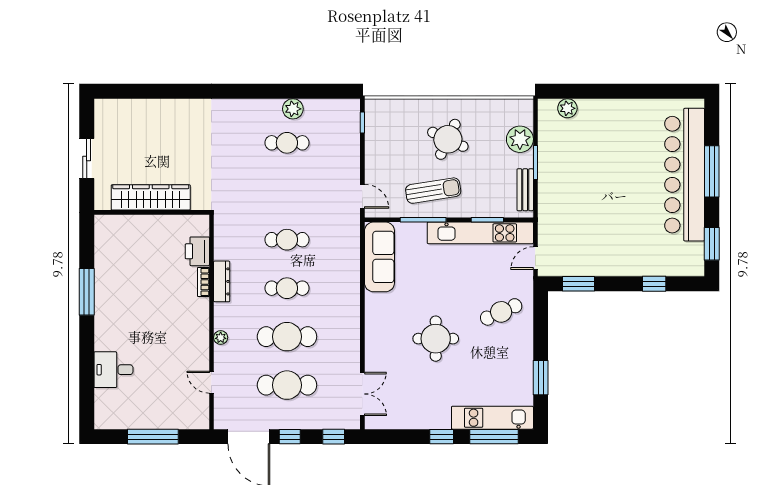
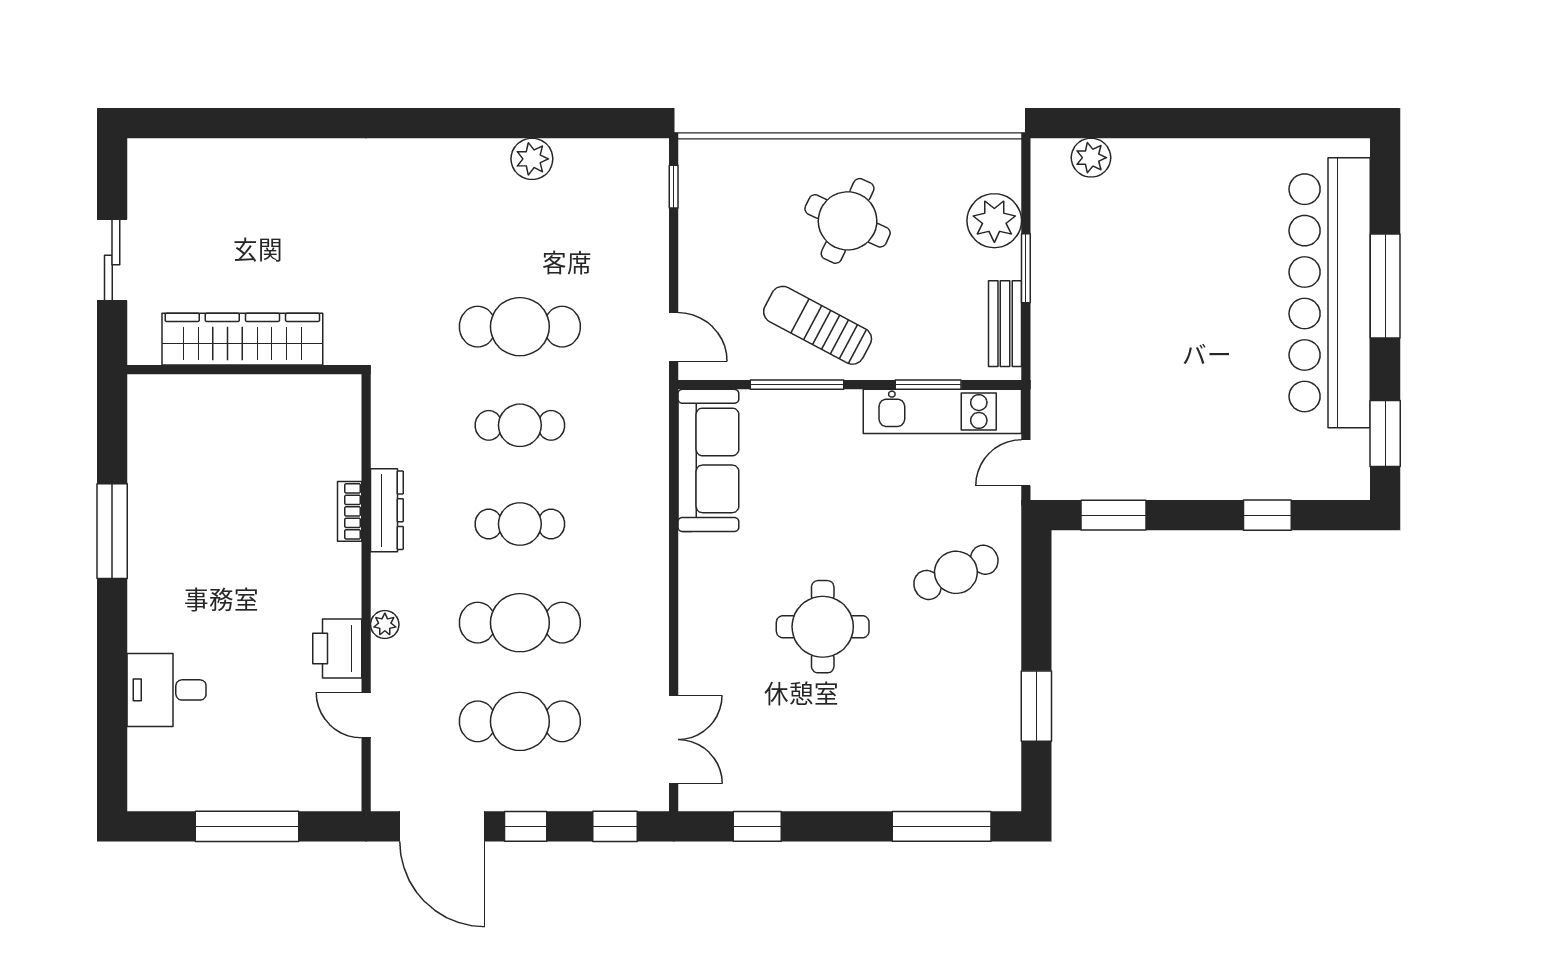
cafe table: (287, 143) -> (520, 327), moved, width x1.37, depth x1.35
sun lounger: (433, 191) -> (818, 325), turned -143
kitchen unit: (480, 233) -> (942, 411), width x0.73
printer: (197, 251) -> (337, 648), moved
kitchen unit: (492, 418) -> (938, 788), removed
window: (442, 437) -> (757, 826), moved

